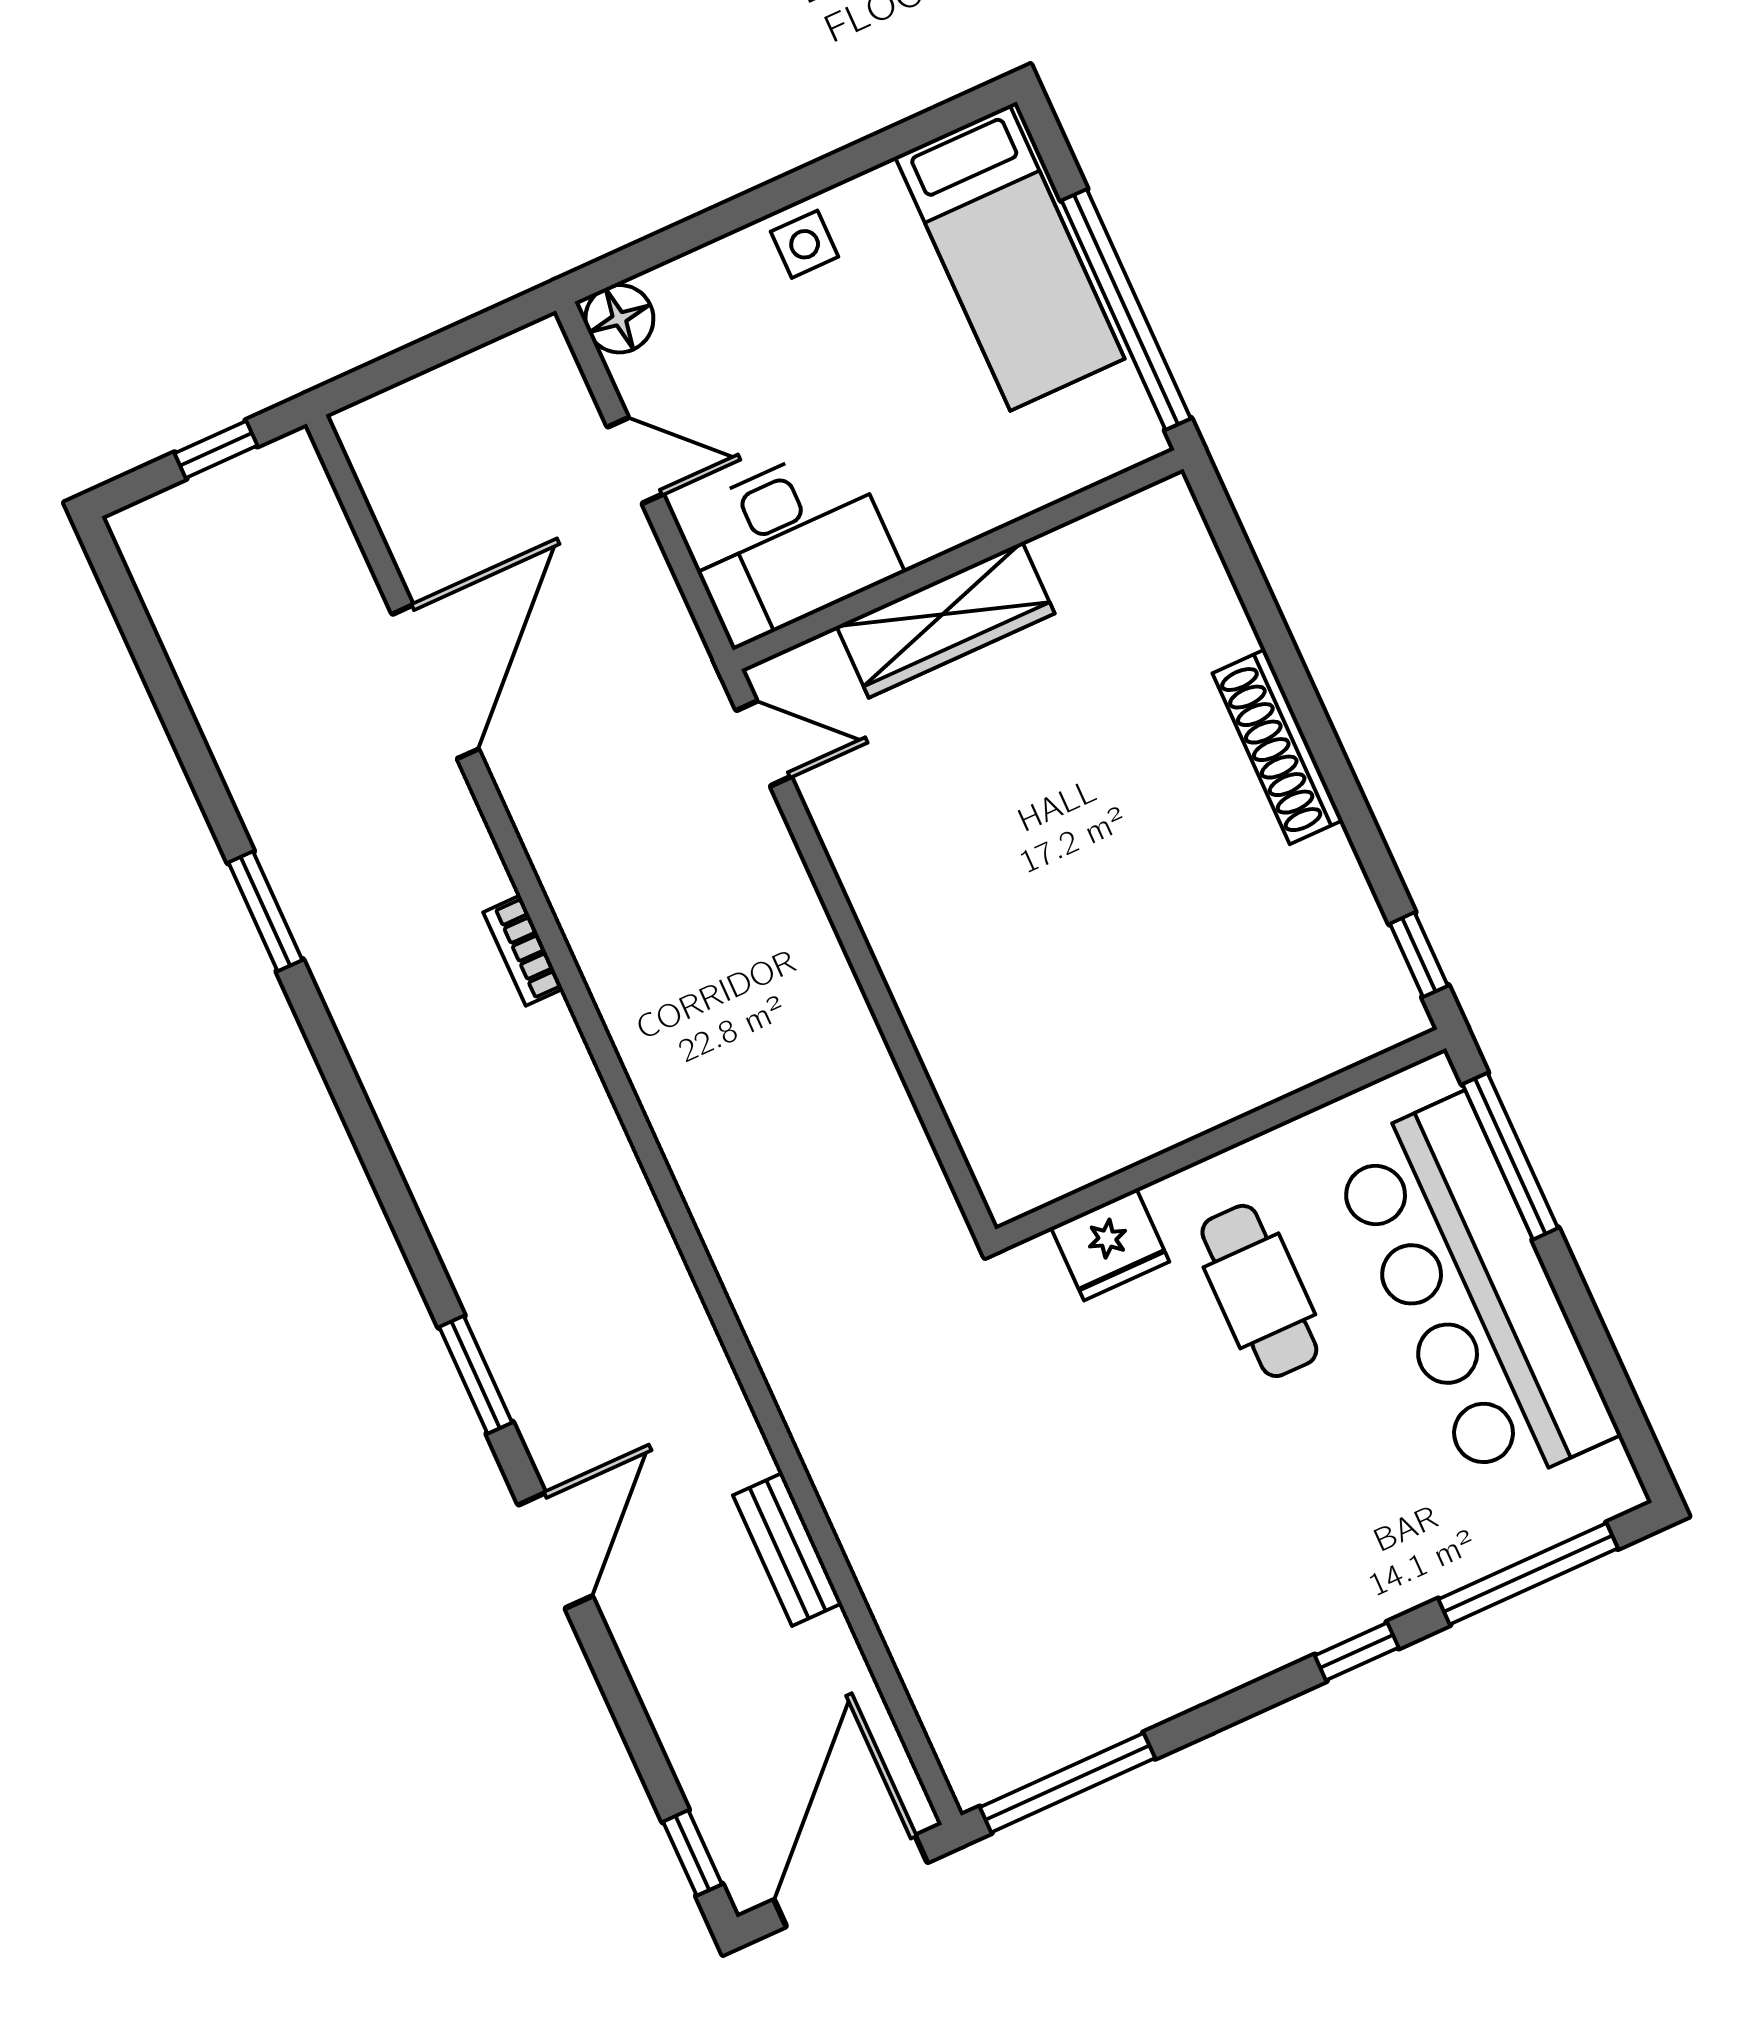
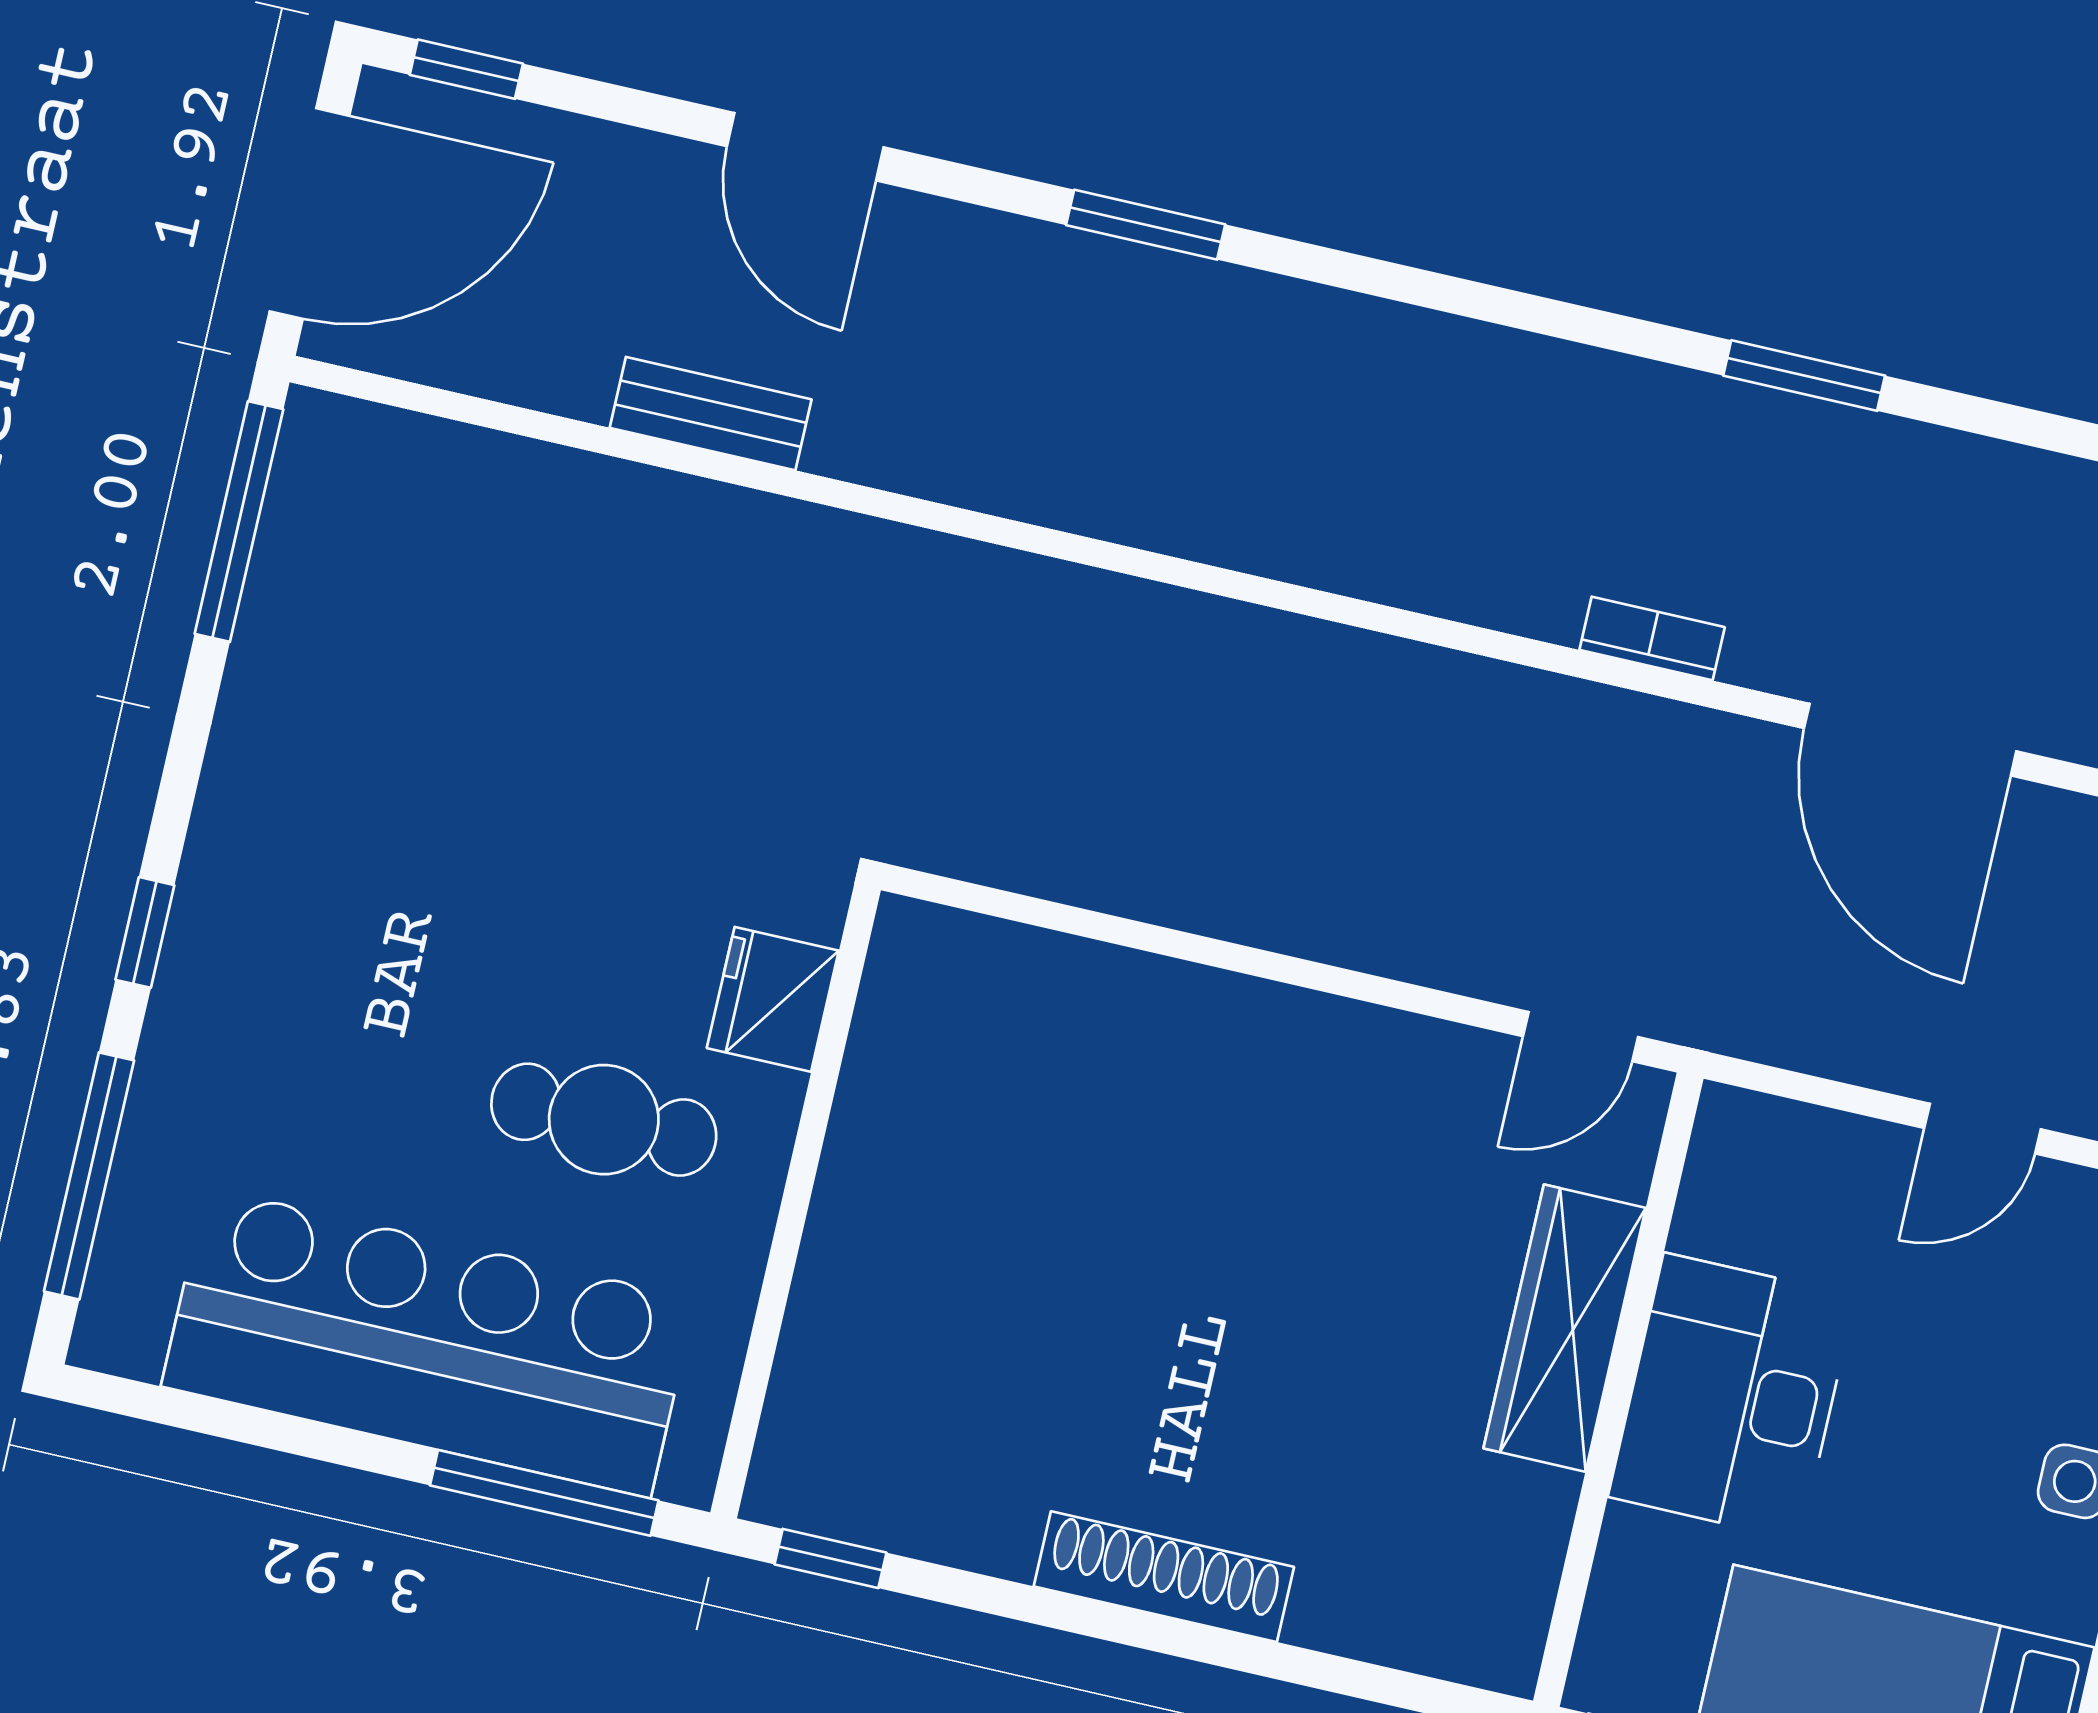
desk: (788, 544) -> (1732, 1397), moved
bookcase: (523, 950) -> (1652, 639), moved
door: (555, 1550) -> (805, 147), moved
door: (851, 1881) -> (309, 214), hinge flipped

